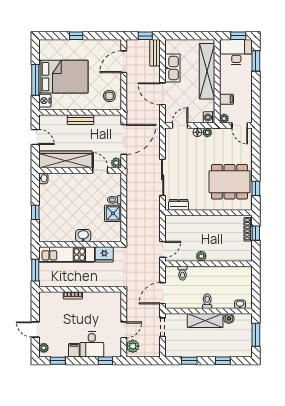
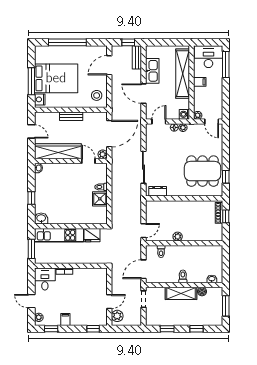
window: (76, 36) -> (67, 42), width x3.17
window: (238, 36) -> (210, 42), removed
window: (256, 61) -> (226, 65), width x1.44
filing cabinet: (226, 99) -> (200, 82), moved
washbasin: (83, 236) -> (41, 218), moved
desk: (92, 344) -> (45, 279), moved, turned 180

